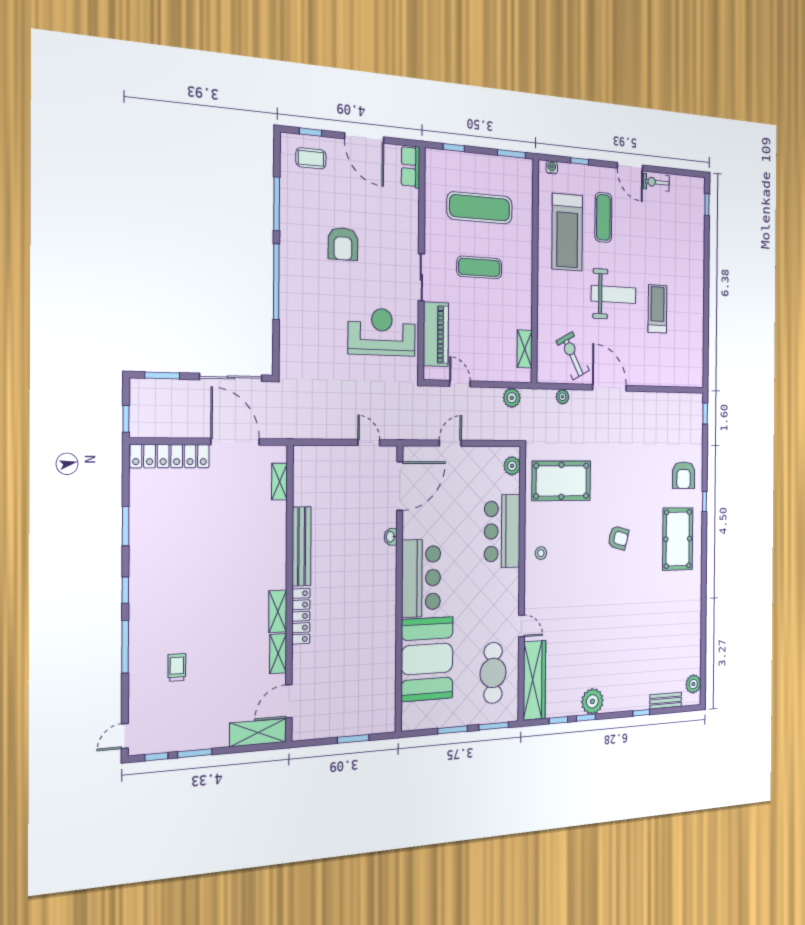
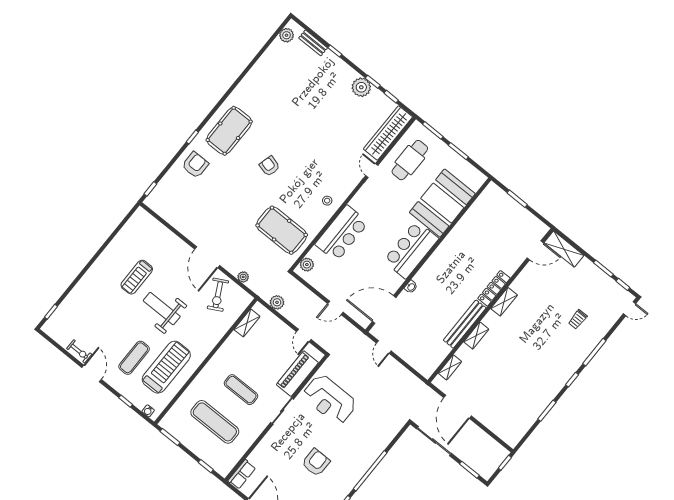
locker: (170, 456) -> (497, 427), removed
shelving: (278, 654) -> (476, 336), moved

